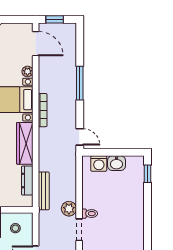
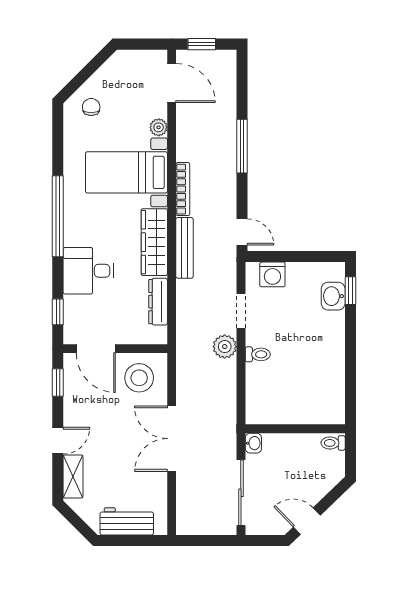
washbasin: (116, 163) -> (333, 296), moved, turned 90
bench: (44, 191) -> (184, 248), moved
stool: (15, 228) -> (139, 378), width x1.89, depth x1.89
doorway: (79, 230) -> (241, 311), moved

